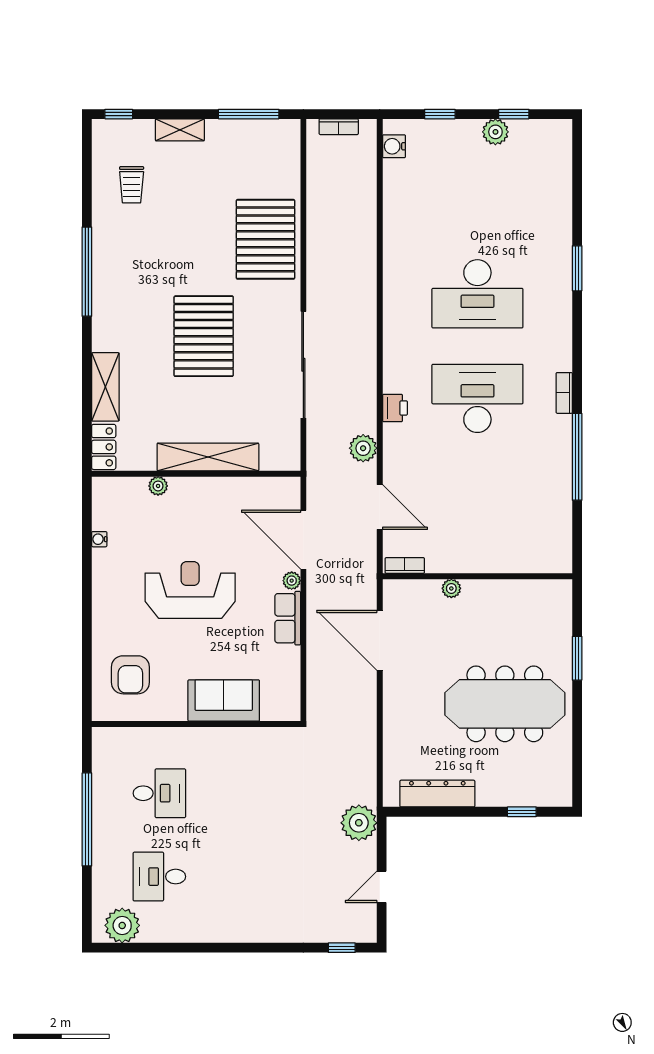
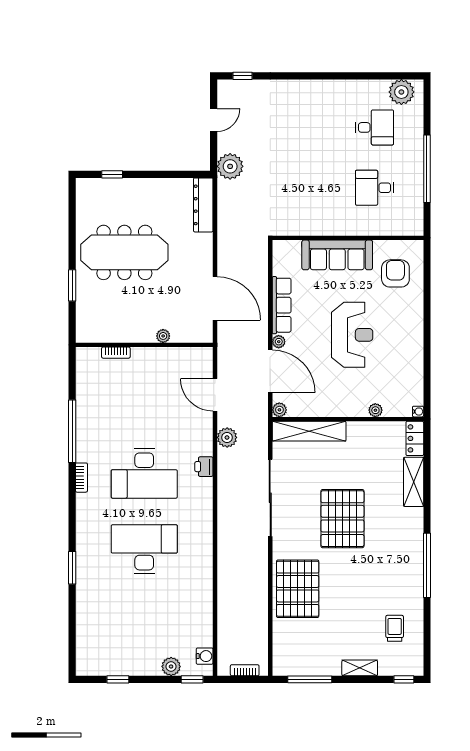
window: (440, 114) -> (192, 679), moved
plant: (495, 132) -> (171, 666), moved
shelving: (208, 457) -> (309, 431), moved
plant: (291, 486) -> (279, 410), added
water cooler: (99, 539) -> (418, 412), moved
bookcase: (405, 565) -> (116, 353), moved
reception desk: (190, 590) -> (352, 335), turned -90
row of seats: (288, 618) -> (282, 305), width x1.48
sofa: (224, 700) -> (337, 255), width x1.36
dresser: (437, 794) -> (203, 205), moved, turned 90

